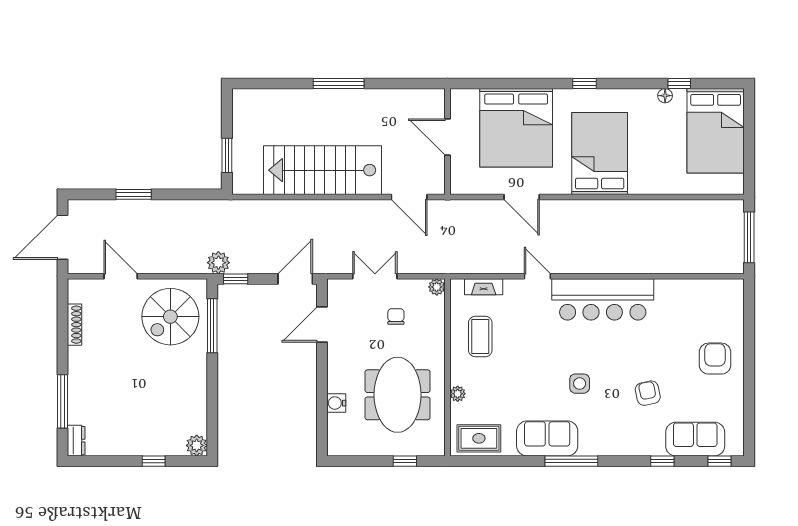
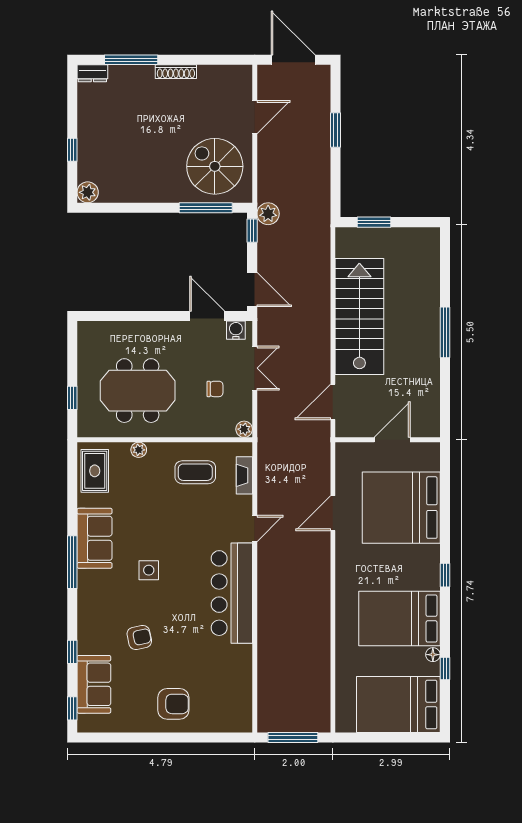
bed: (600, 153) -> (399, 619), moved, turned 180
shoe rack: (75, 325) -> (176, 72), moved
water cooler: (336, 403) -> (236, 330), moved

